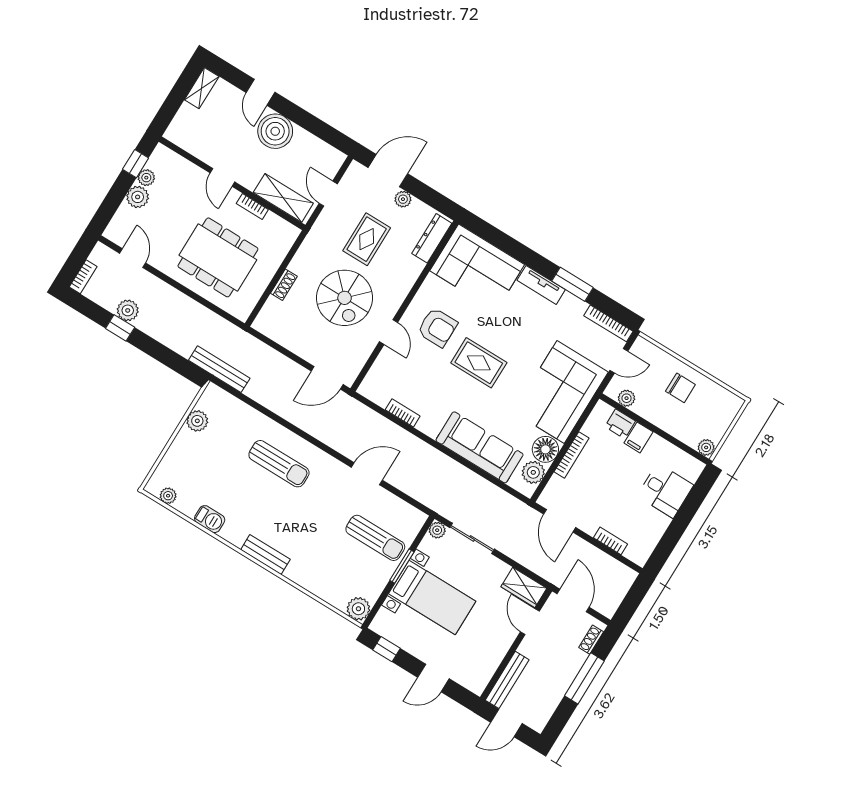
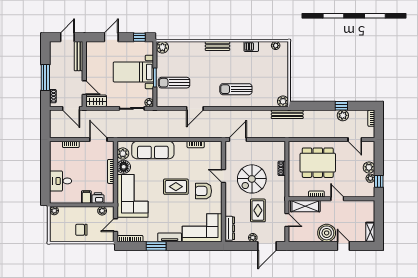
spiral stairs: (345, 298) -> (252, 179), turned -90
plant: (197, 421) -> (283, 101), moved

